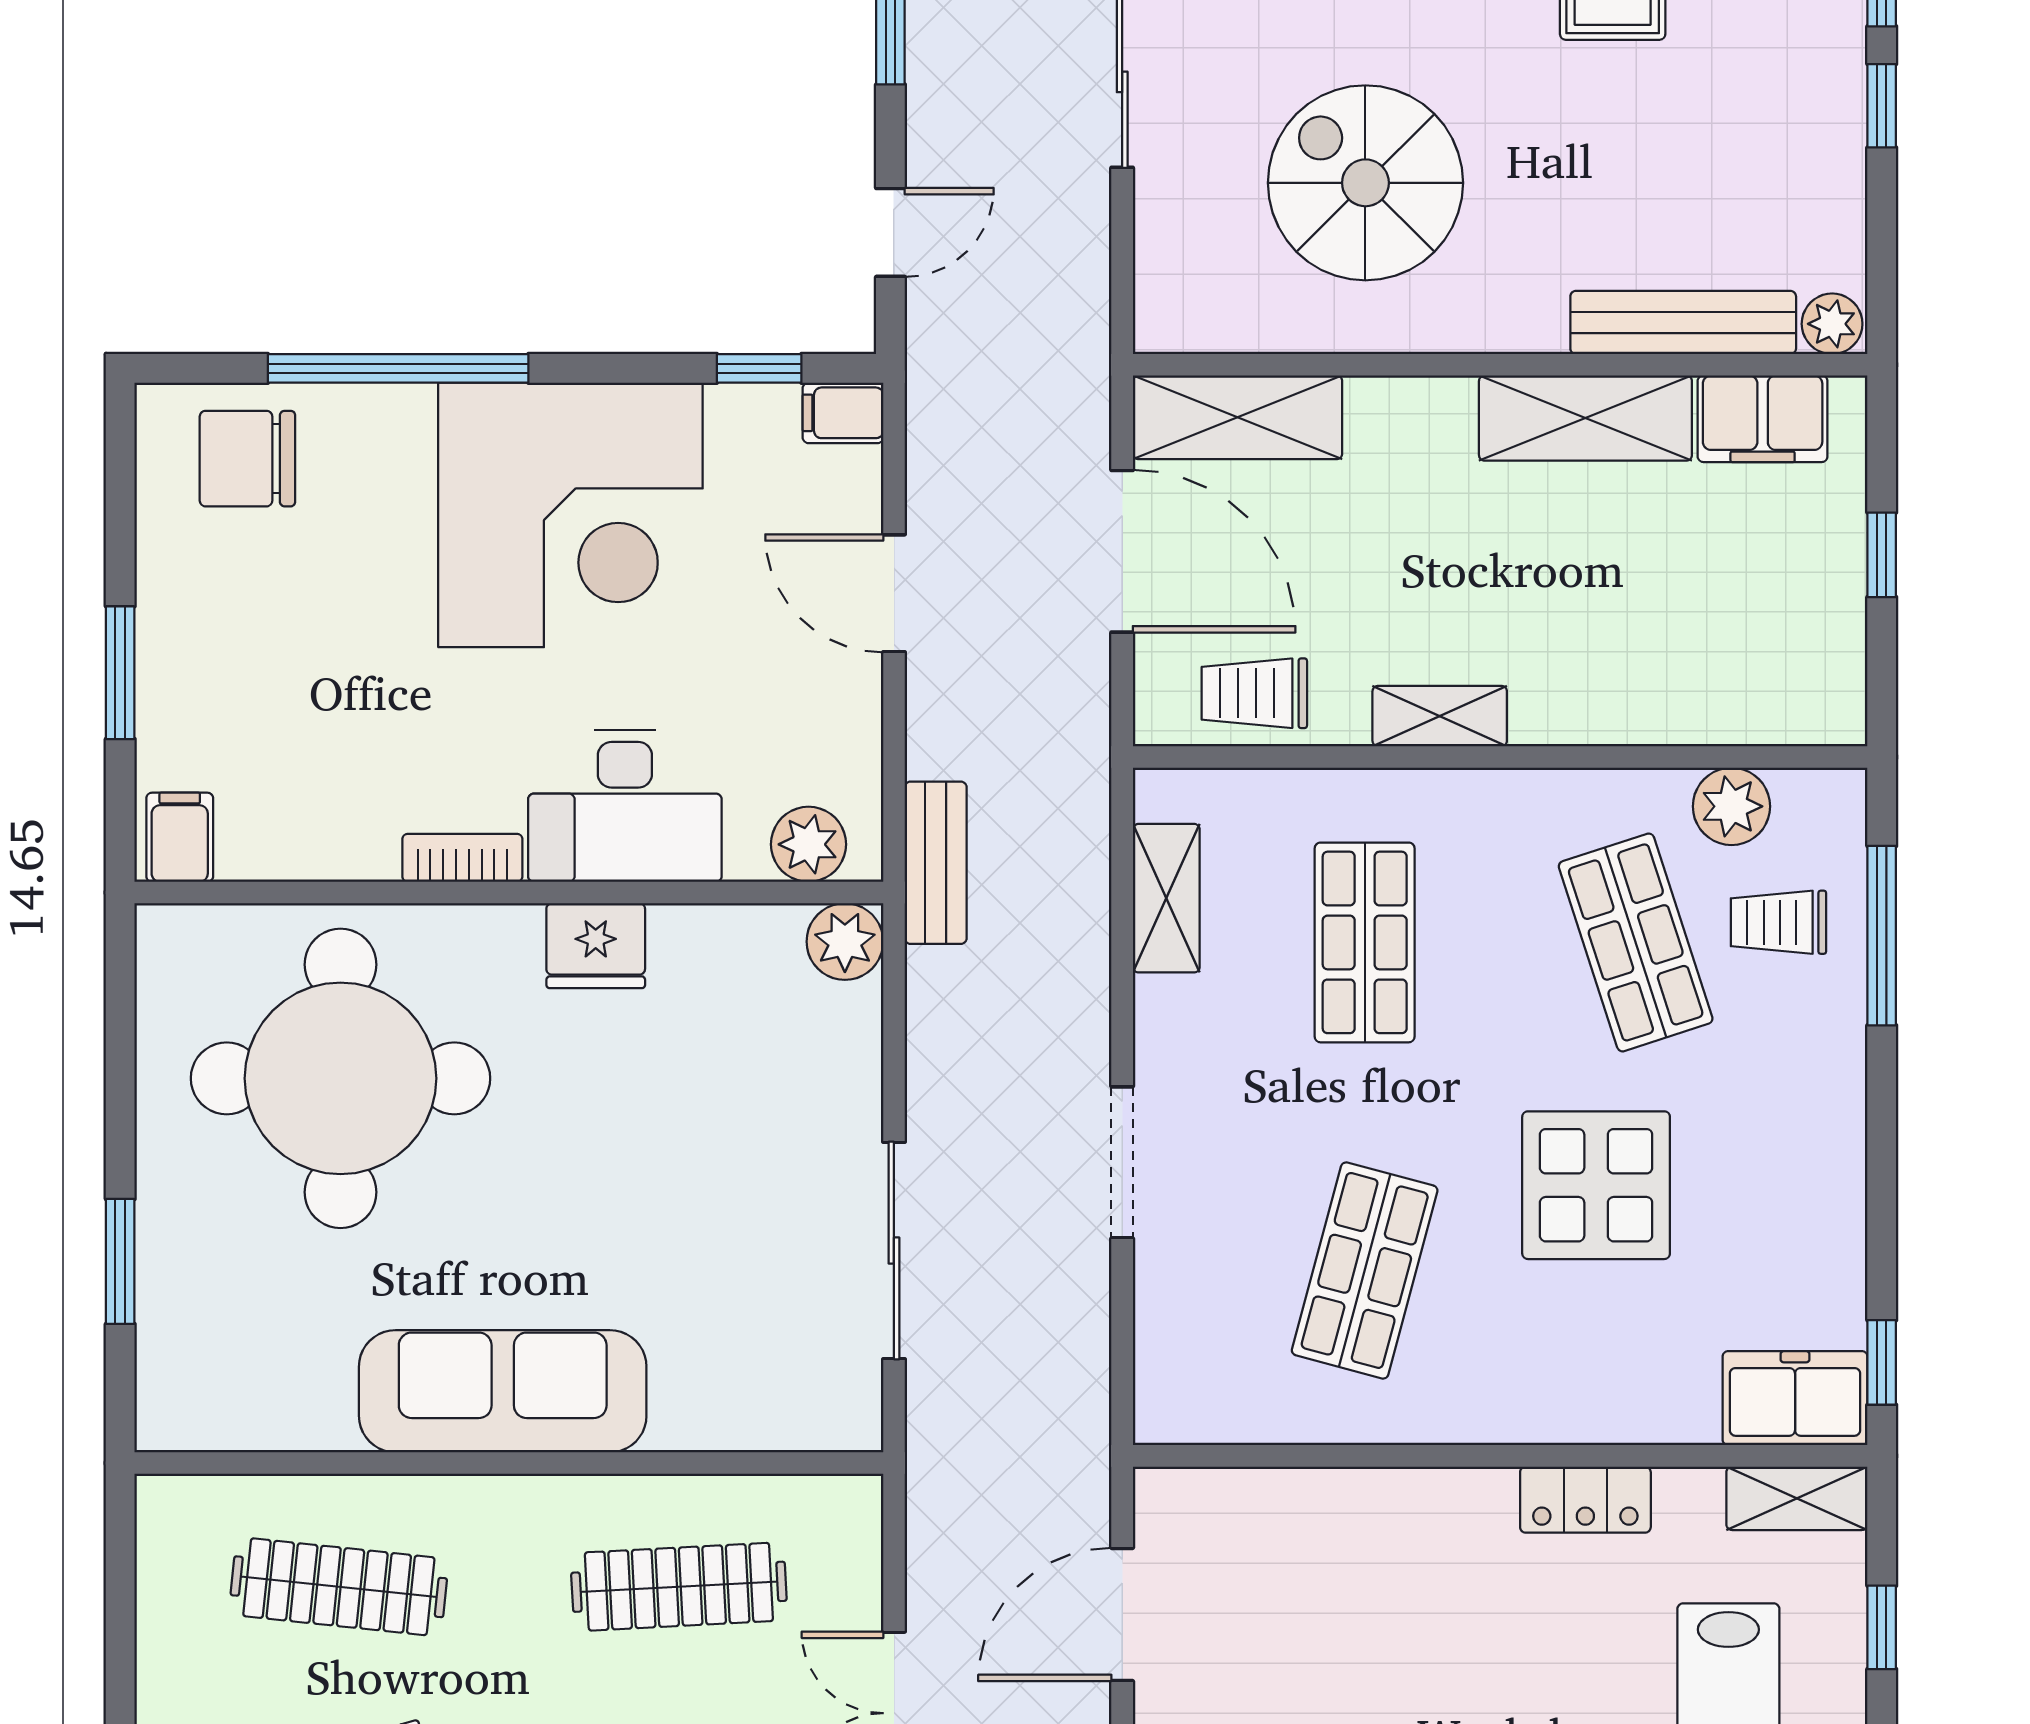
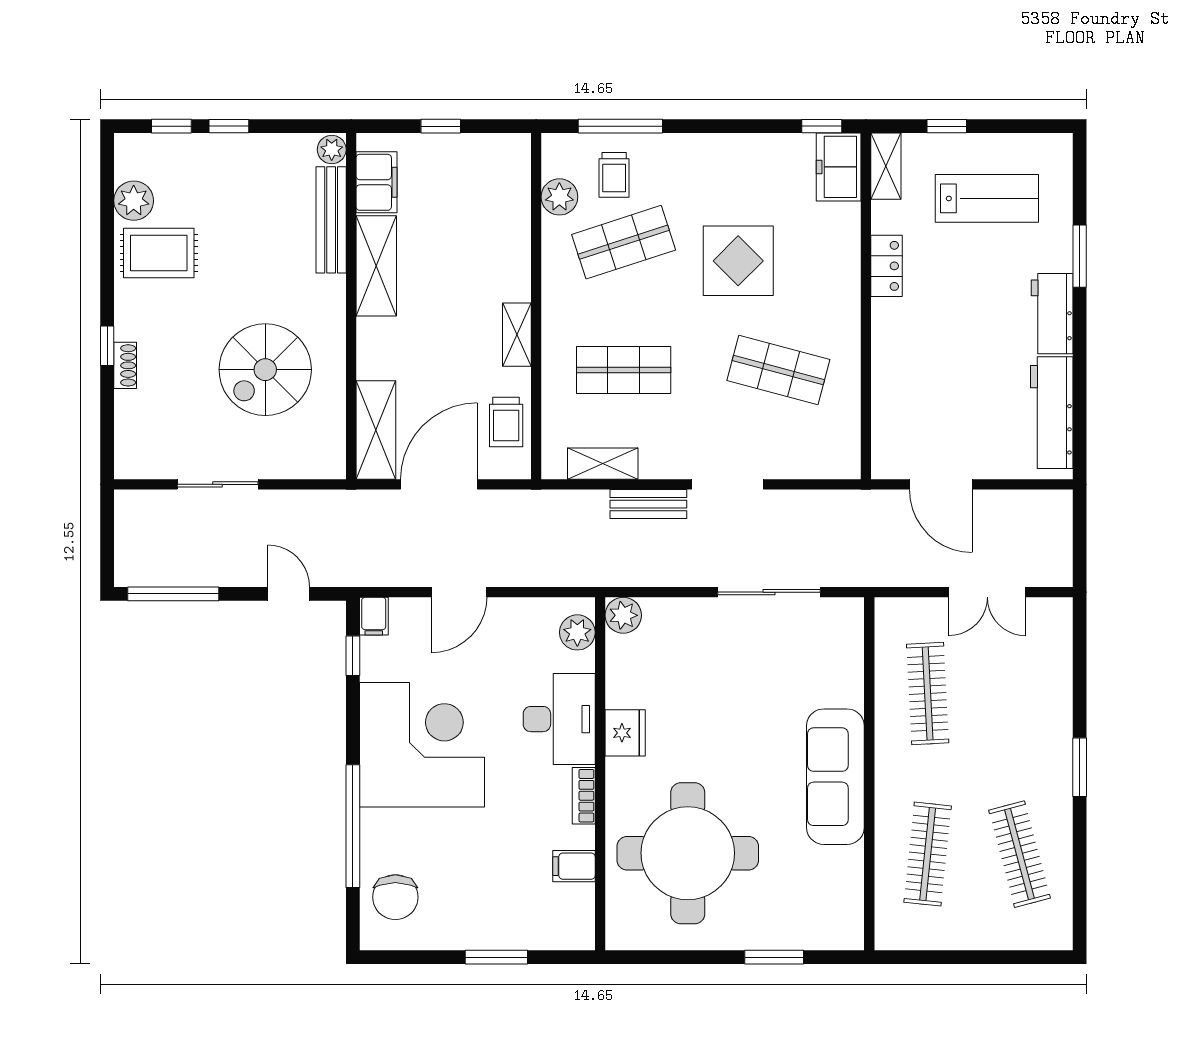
filing cabinet: (180, 837) -> (574, 866), moved
bench: (936, 863) -> (648, 504), moved

